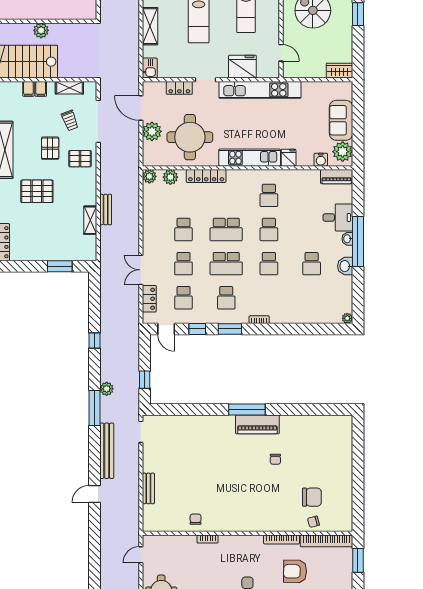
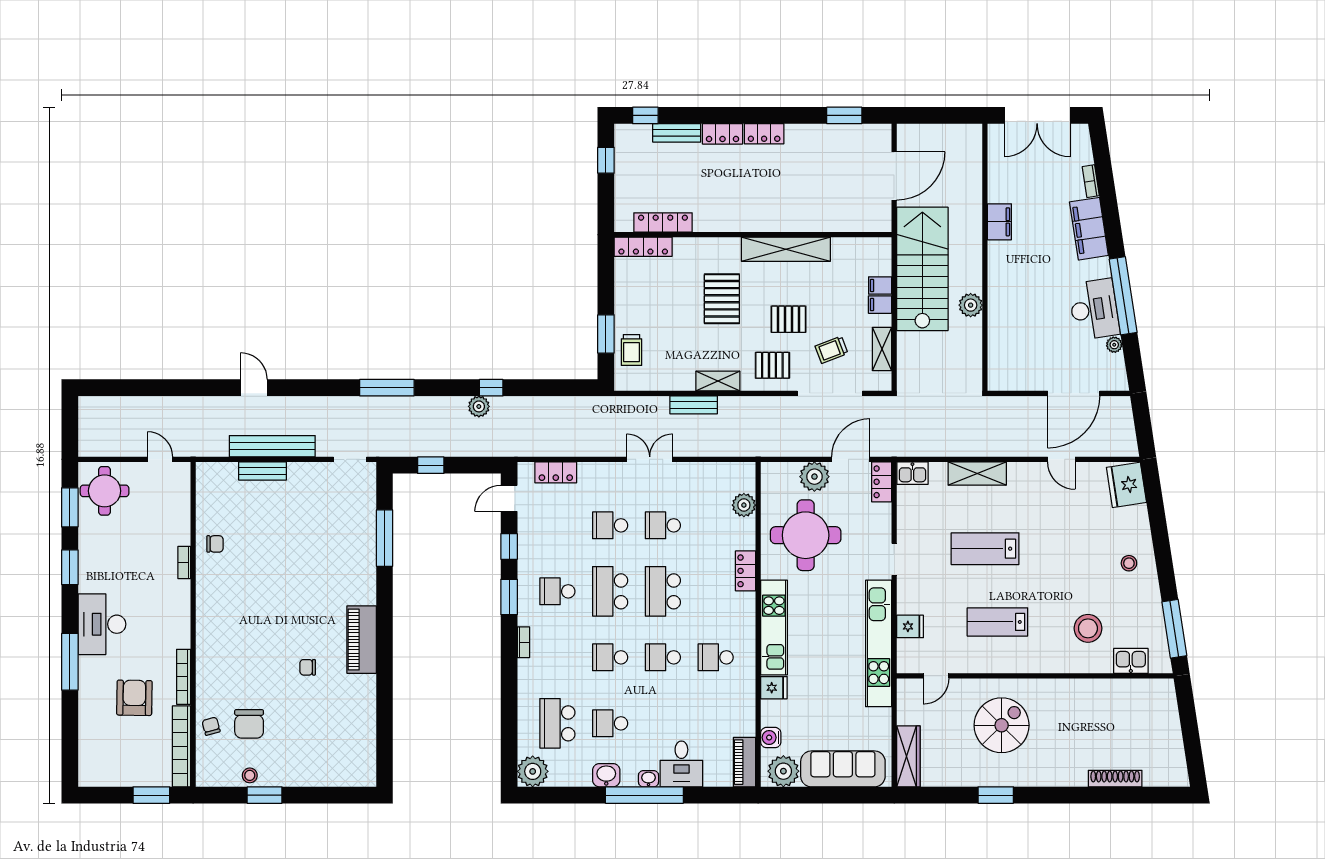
fridge: (242, 67) -> (910, 626), width x0.53, depth x0.75
wardrobe: (340, 71) -> (908, 756), width x1.50
locker: (179, 88) -> (882, 482), moved
sofa: (341, 120) -> (843, 769), width x1.36
pallet: (80, 159) -> (772, 365), turned 90
plant: (149, 176) -> (745, 473), removed
locker: (206, 176) -> (746, 571), width x0.66
shelving: (90, 220) -> (718, 381), moved
trolley: (70, 250) -> (632, 350), added
double door: (141, 270) -> (650, 459), moved
school desk: (184, 298) -> (557, 723), moved, width x1.85
plant: (347, 318) -> (533, 771), width x1.88, depth x1.88
plant: (107, 389) -> (479, 406), moved
window: (247, 410) -> (384, 538), moved
bench: (107, 451) -> (272, 446), moved
window: (358, 487) -> (265, 795), added
stool: (345, 497) -> (250, 775), added

